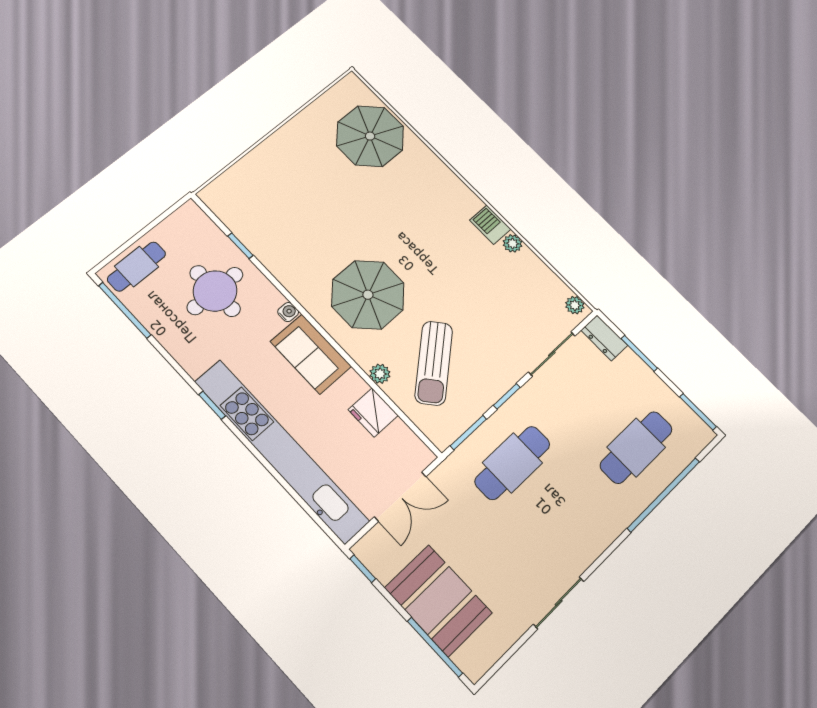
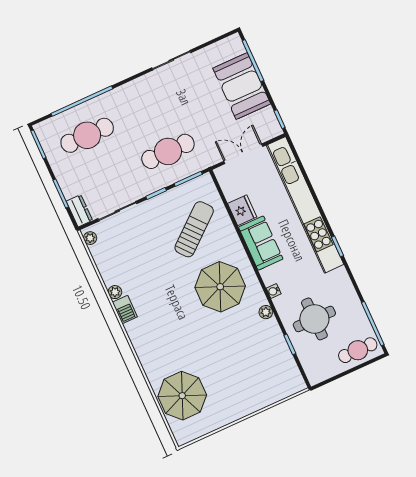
sofa: (311, 354) -> (261, 243), moved
plant: (380, 374) -> (266, 312), moved

